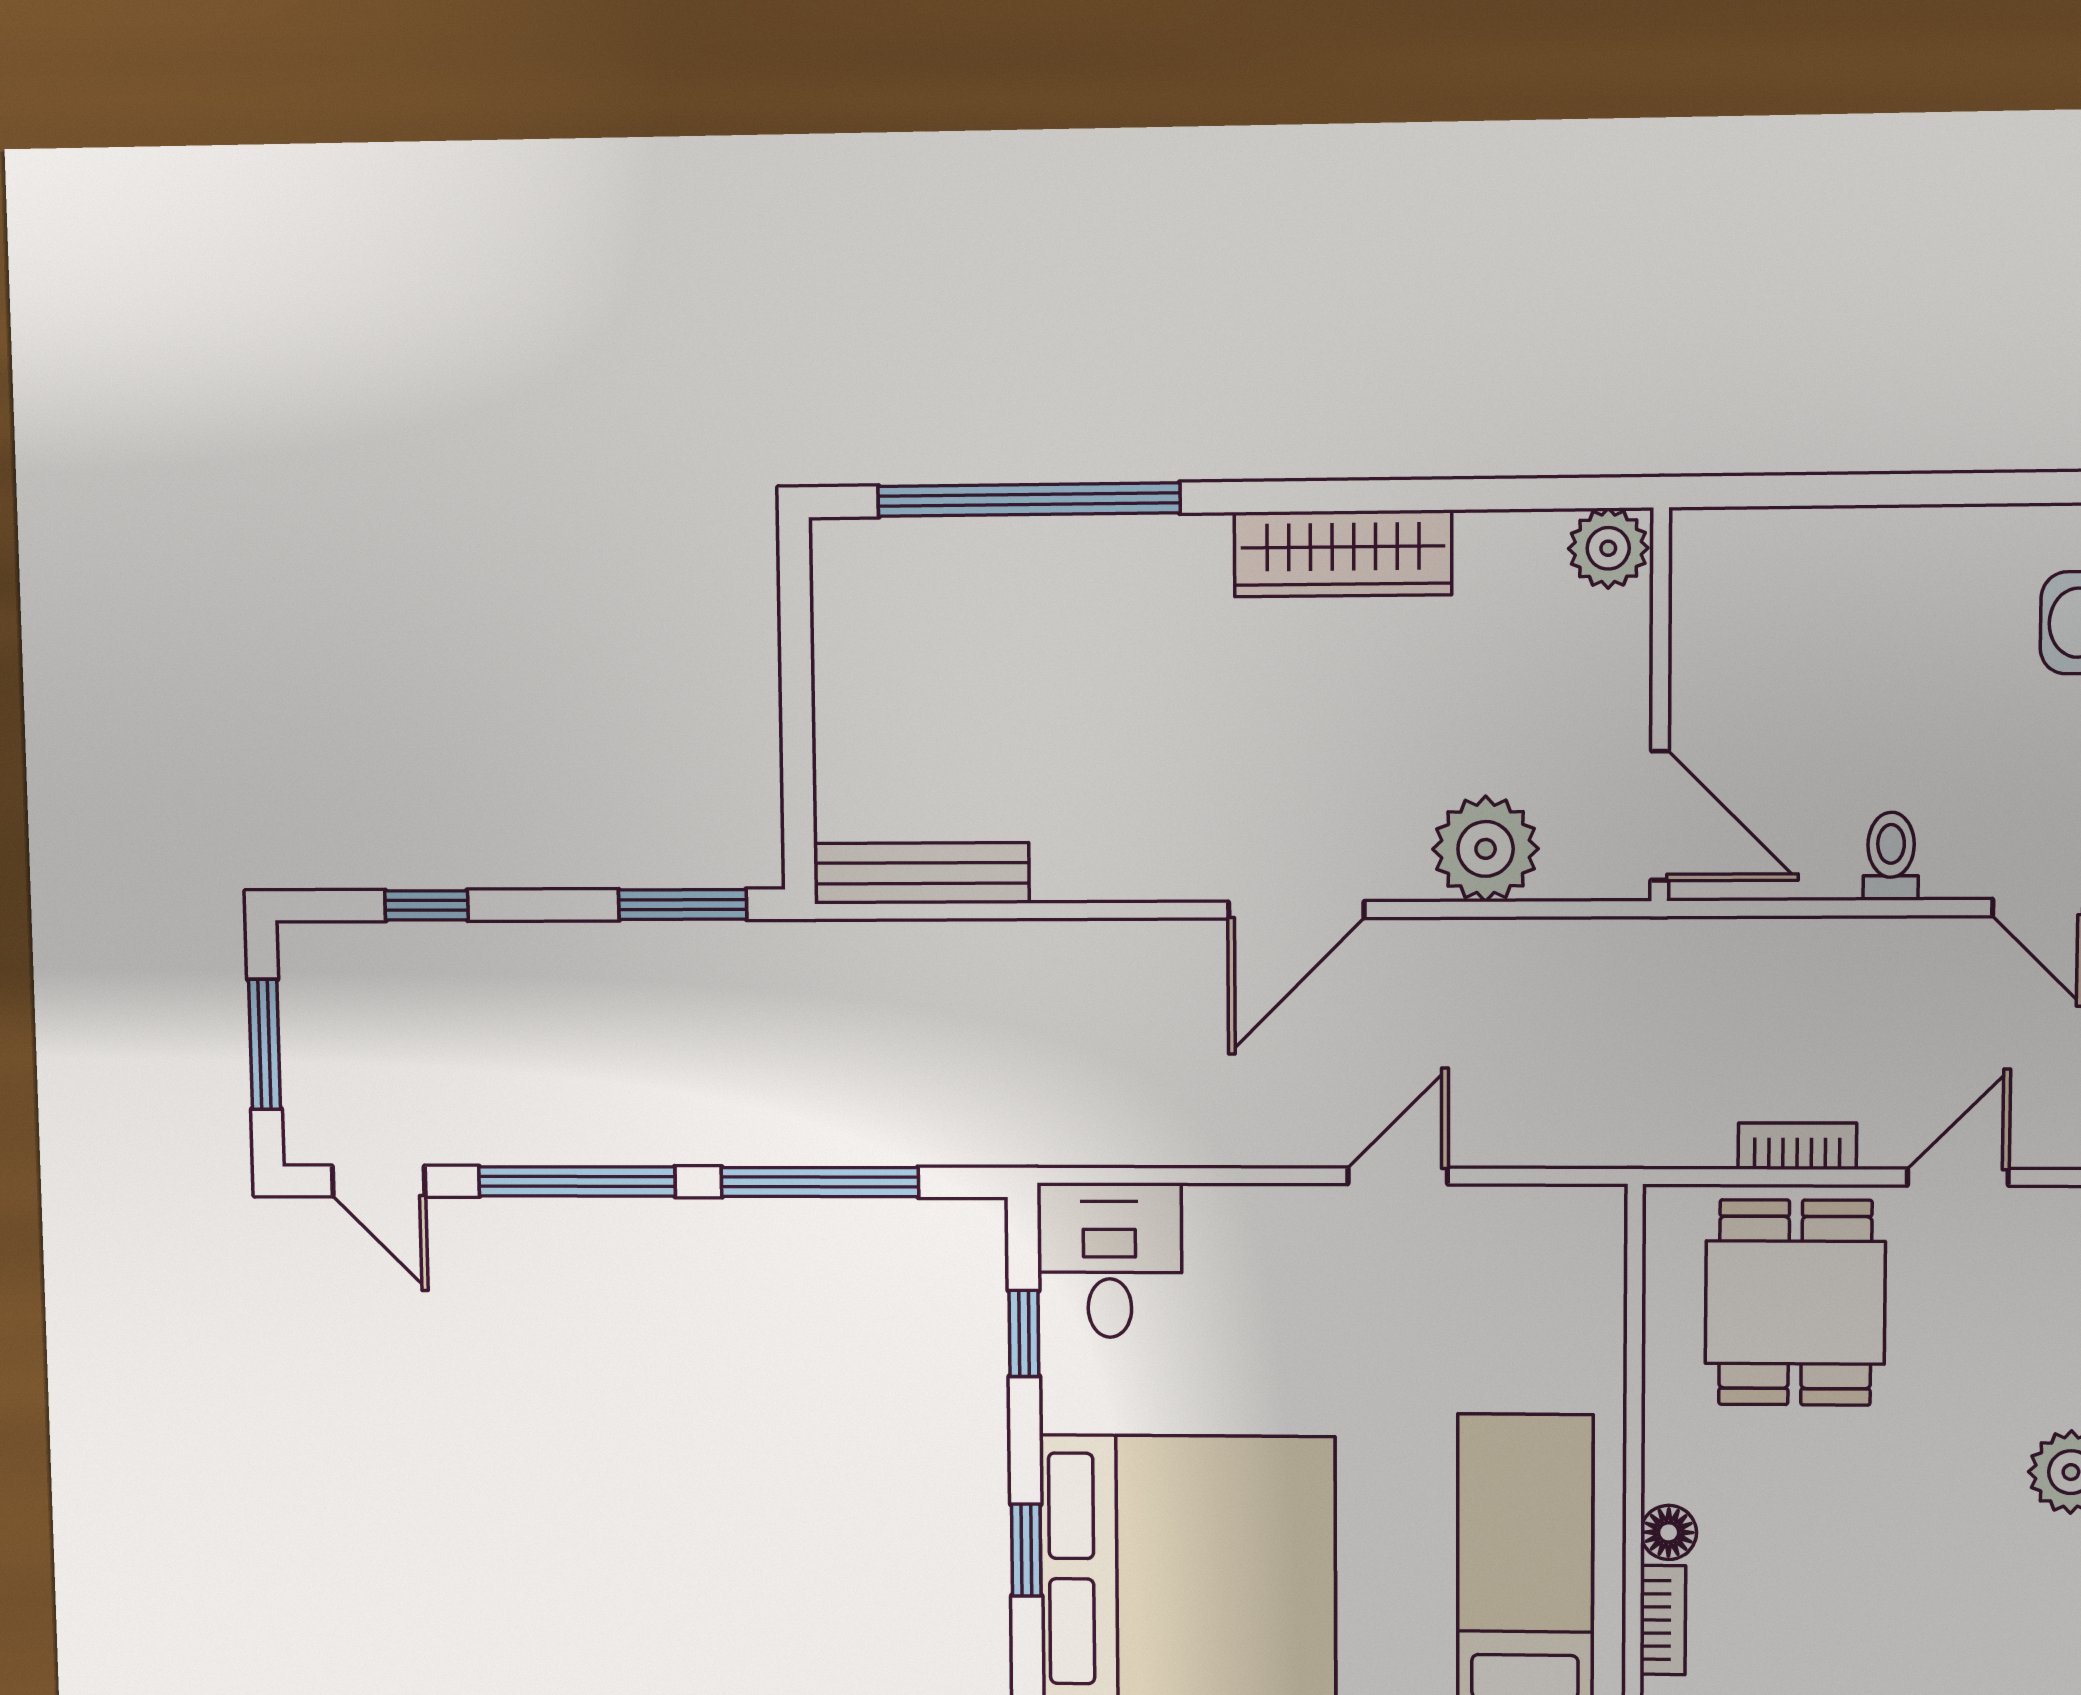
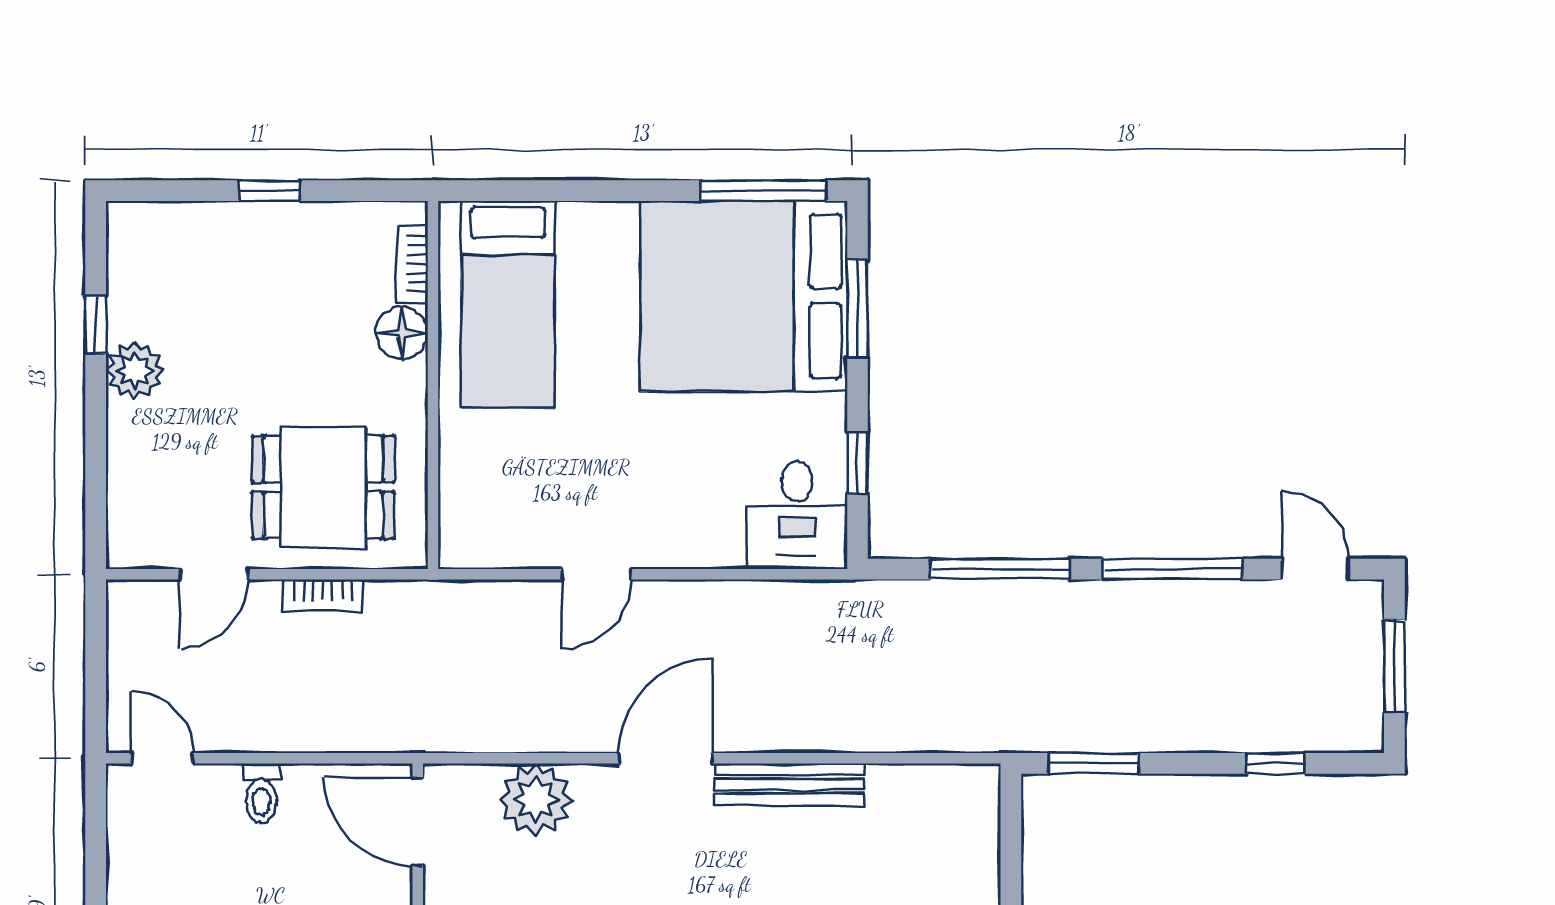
bench: (921, 873) -> (789, 784), moved
dining table: (1795, 1303) -> (323, 487), turned 90
floor lamp: (1669, 1532) -> (402, 333), width x1.37, depth x1.37
window: (1026, 1550) -> (857, 309), width x1.50

